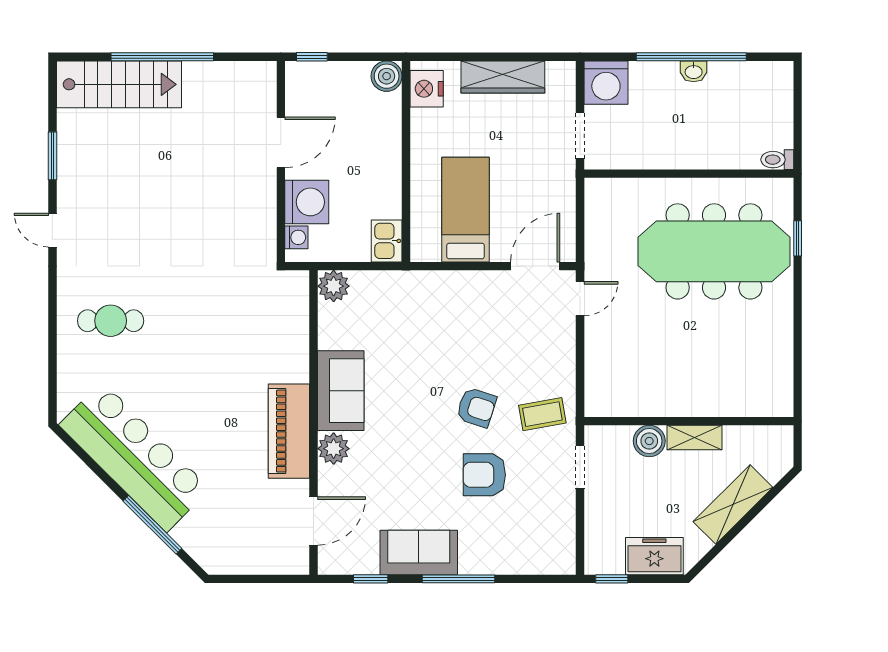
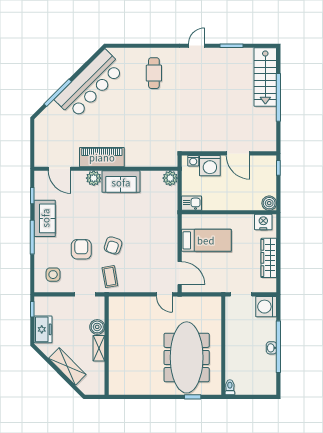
side table: (538, 535) -> (53, 275), added

